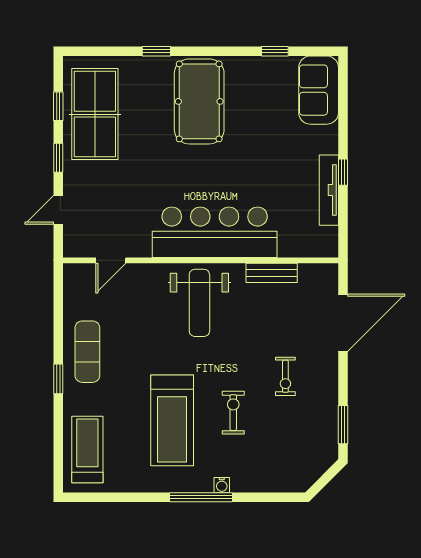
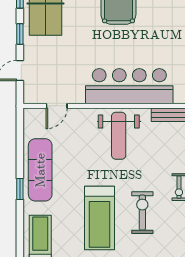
exercise mat: (87, 352) -> (40, 170), width x1.36, depth x1.45
exercise bike: (233, 413) -> (142, 213), width x1.38, depth x1.39

